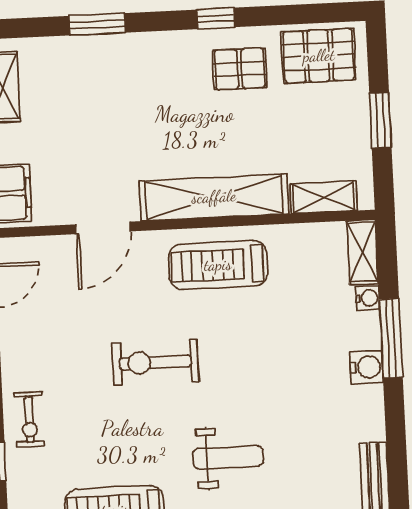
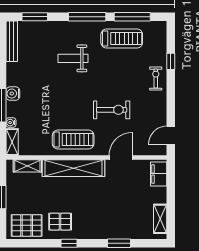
exercise bike: (155, 362) -> (112, 110), moved

